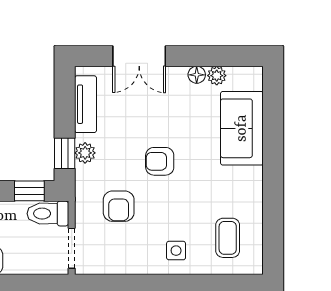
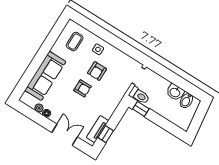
sofa: (242, 128) -> (45, 76), width x1.36
window: (65, 153) -> (106, 134), moved
plant: (85, 153) -> (110, 110), removed
armchair: (119, 206) -> (97, 71), moved, turned 180

